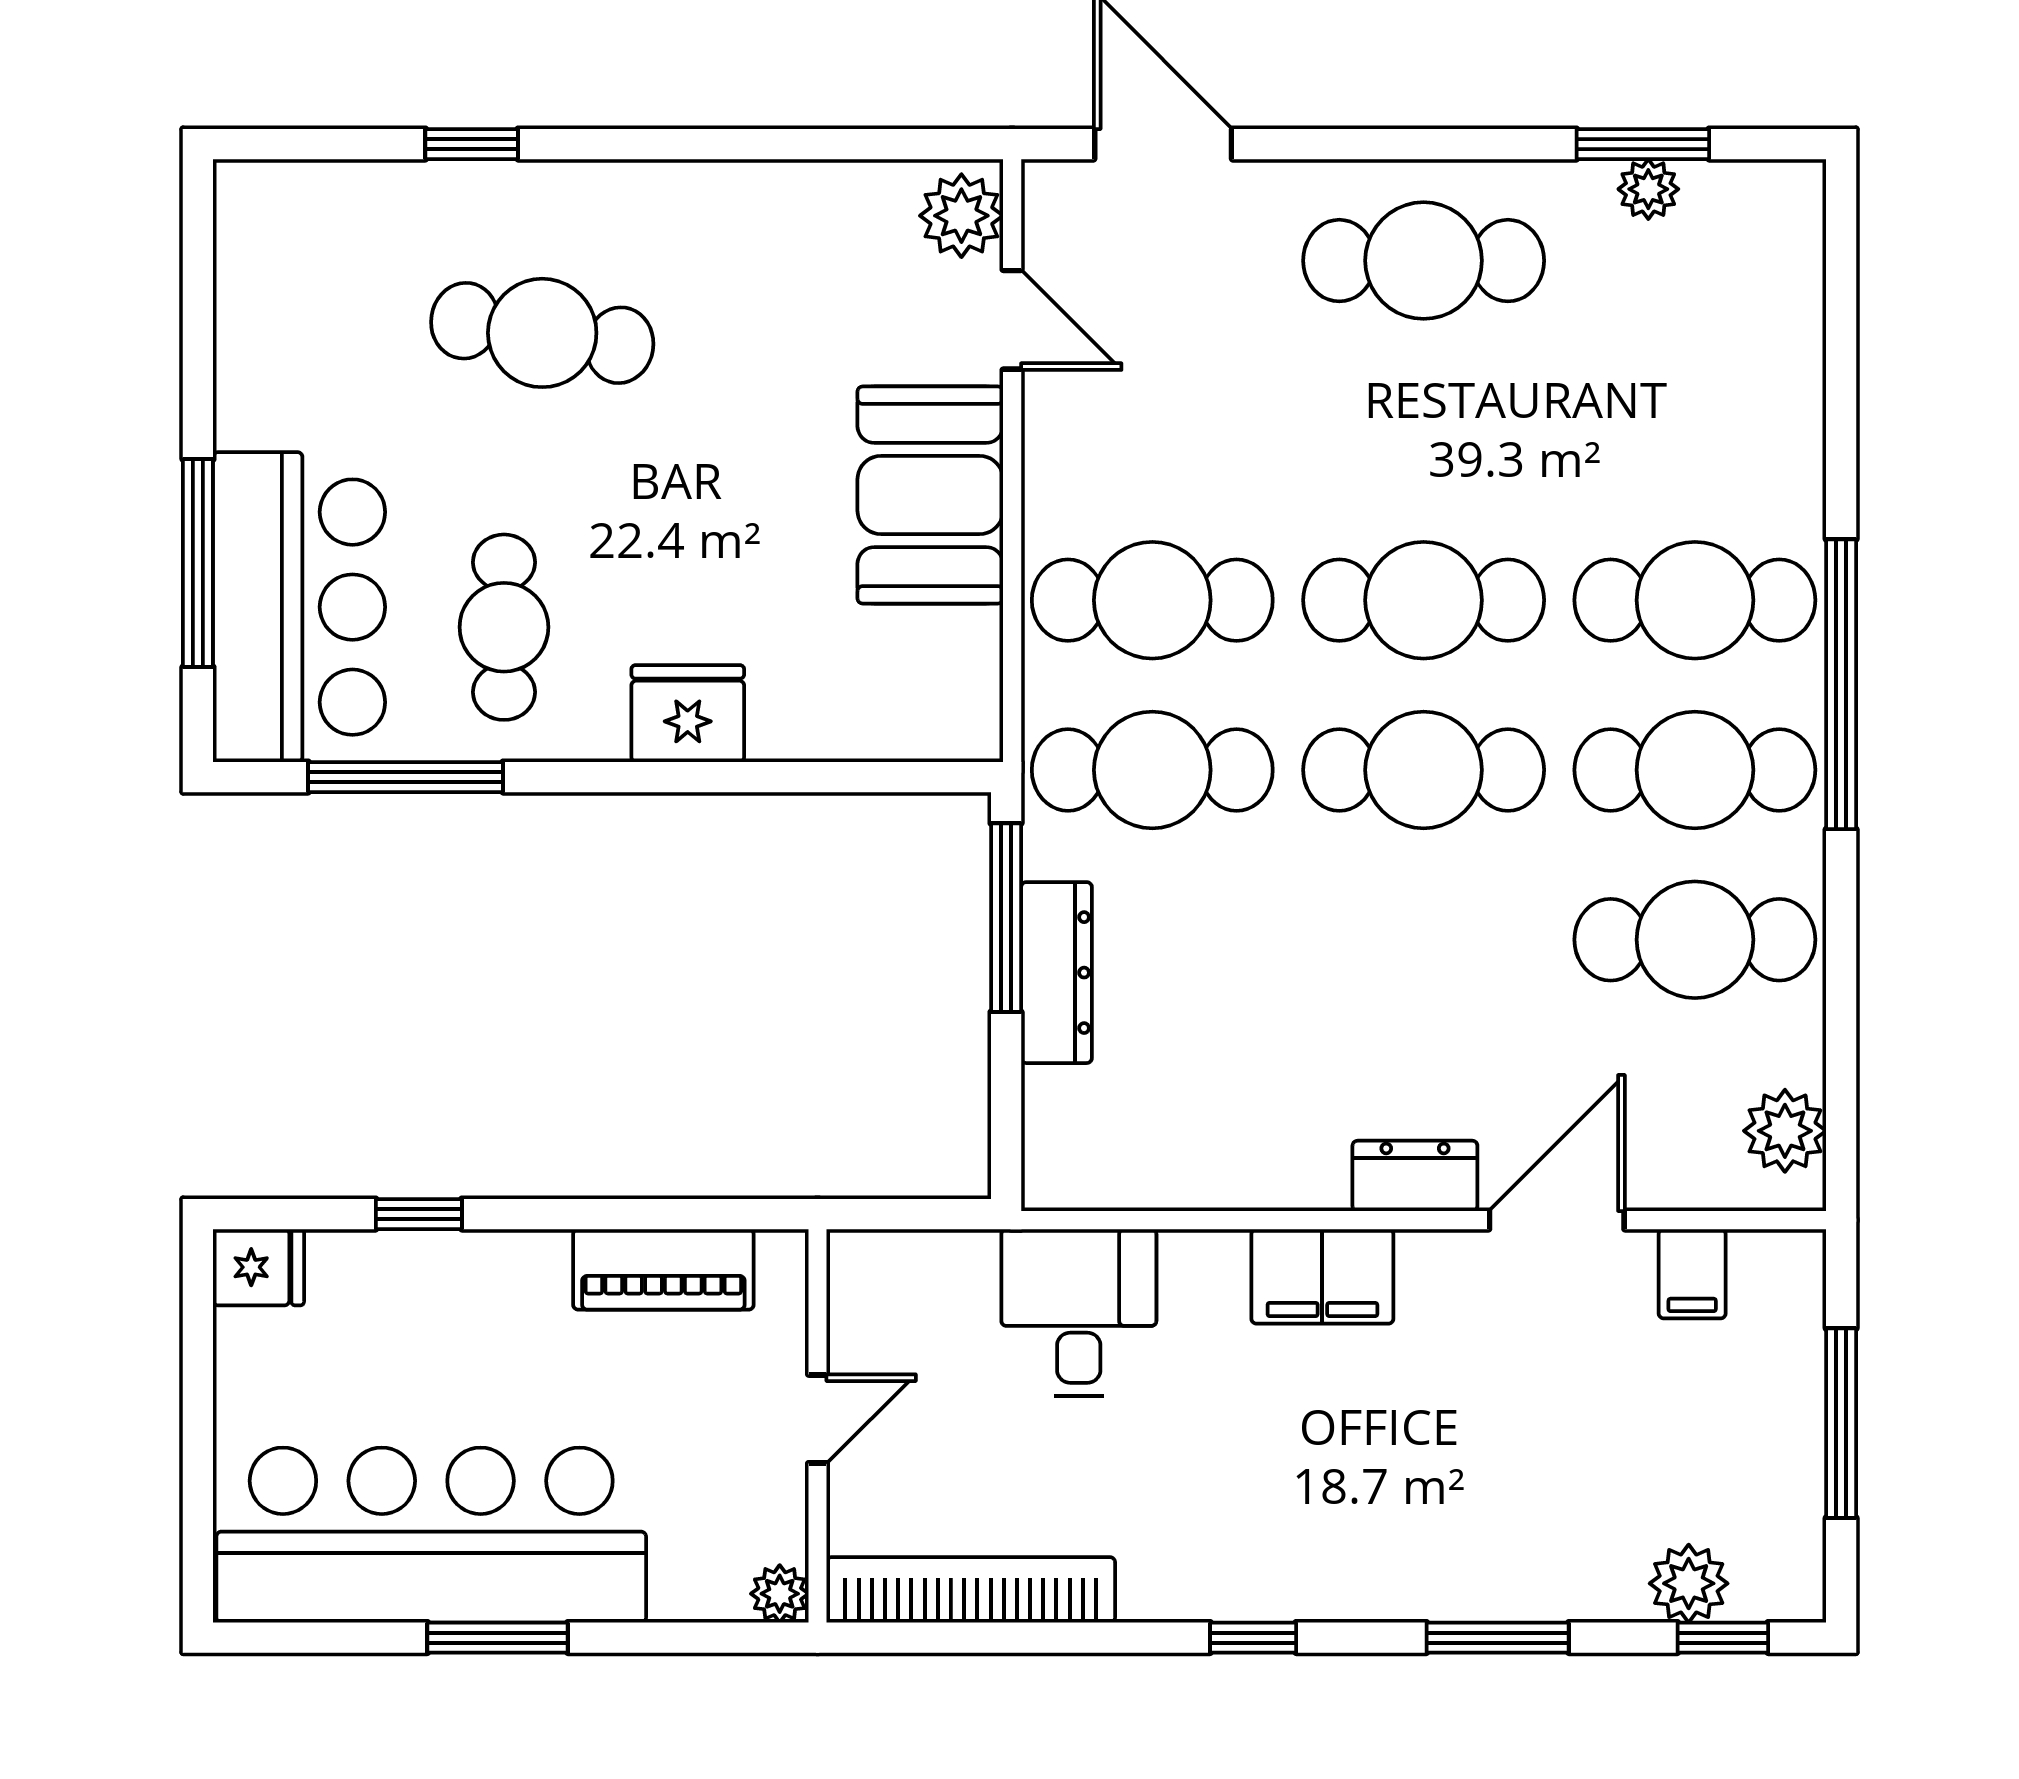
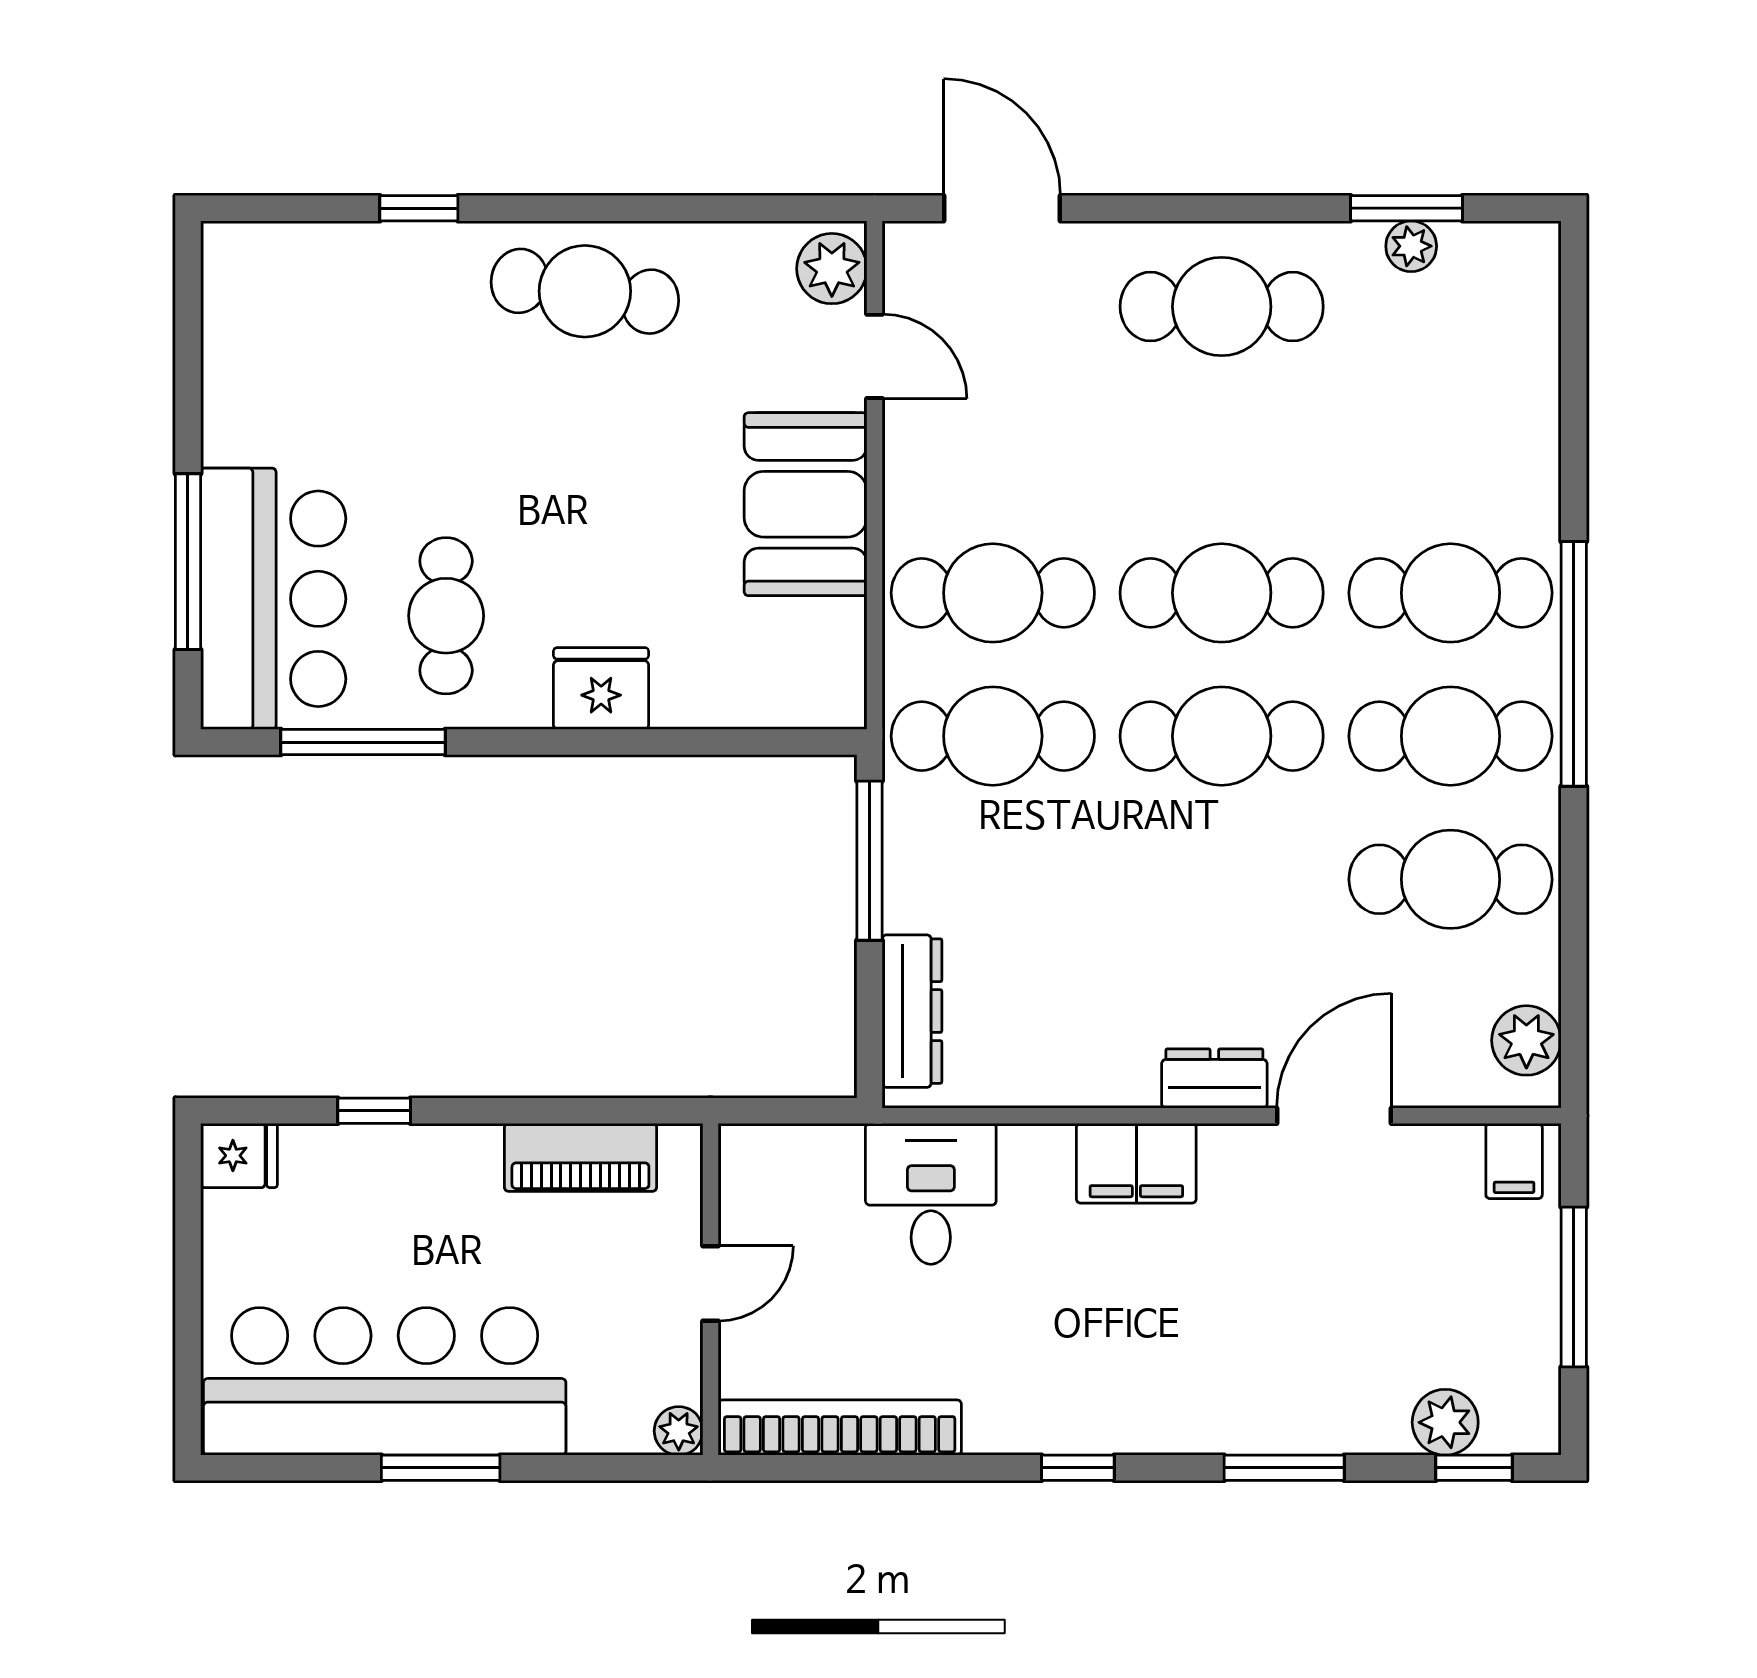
cafe table: (542, 333) -> (585, 291), moved
dresser: (1056, 973) -> (912, 1011), moved
filing cabinet: (1692, 1274) -> (1514, 1161), moved

